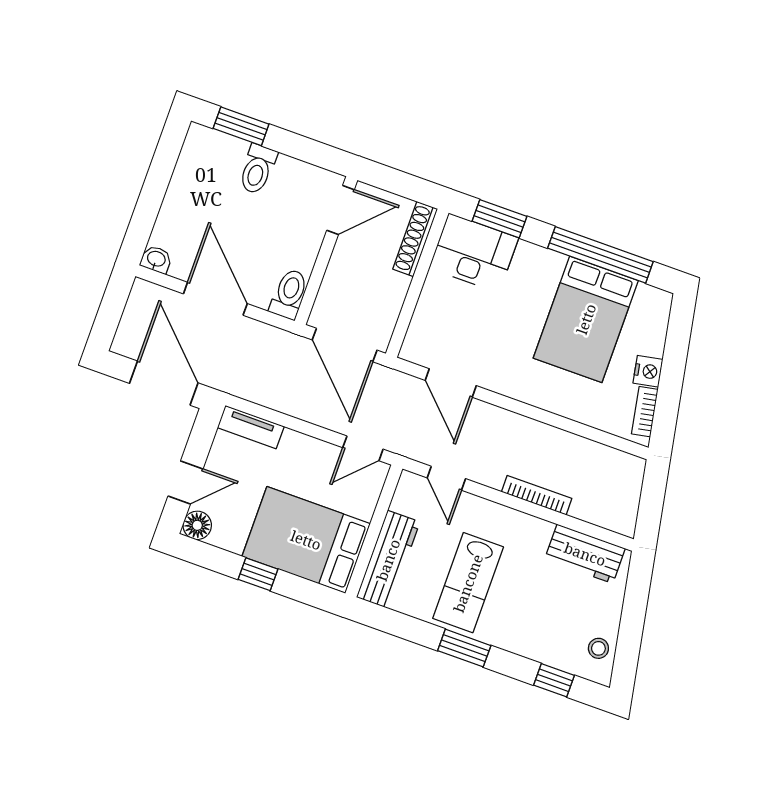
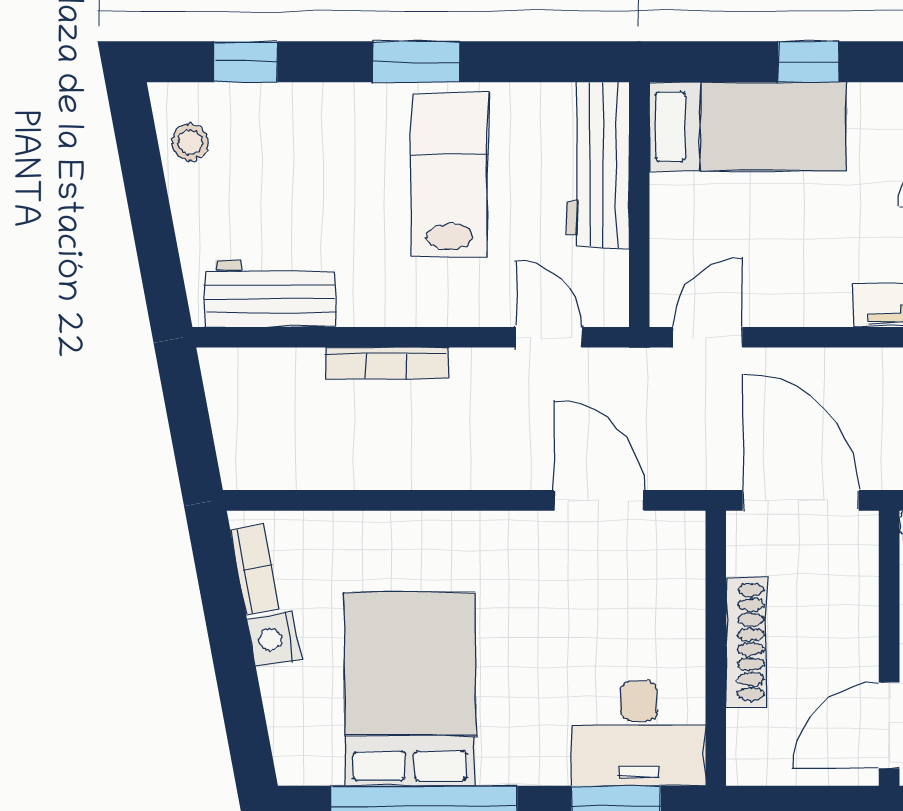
shoe rack: (415, 239) -> (746, 642), moved
bed: (306, 540) -> (748, 127), width x0.67

